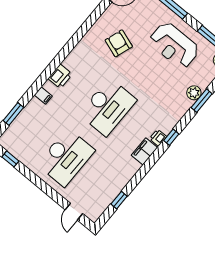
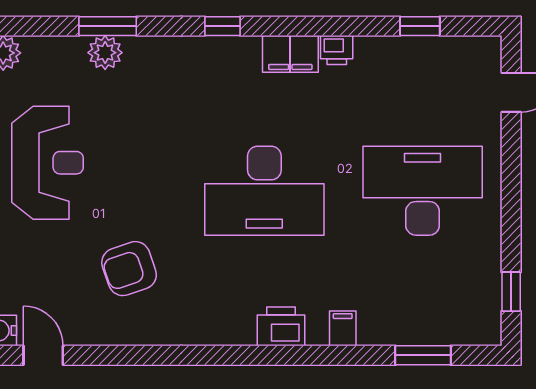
armchair: (119, 43) -> (129, 269), turned 52
desk: (108, 107) -> (264, 191), turned 180
printer: (158, 138) -> (337, 50), moved

